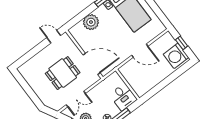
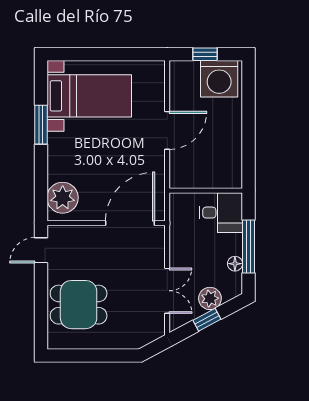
plant: (91, 22) -> (63, 198), moved
dining table: (63, 73) -> (79, 305), moved, turned 90

